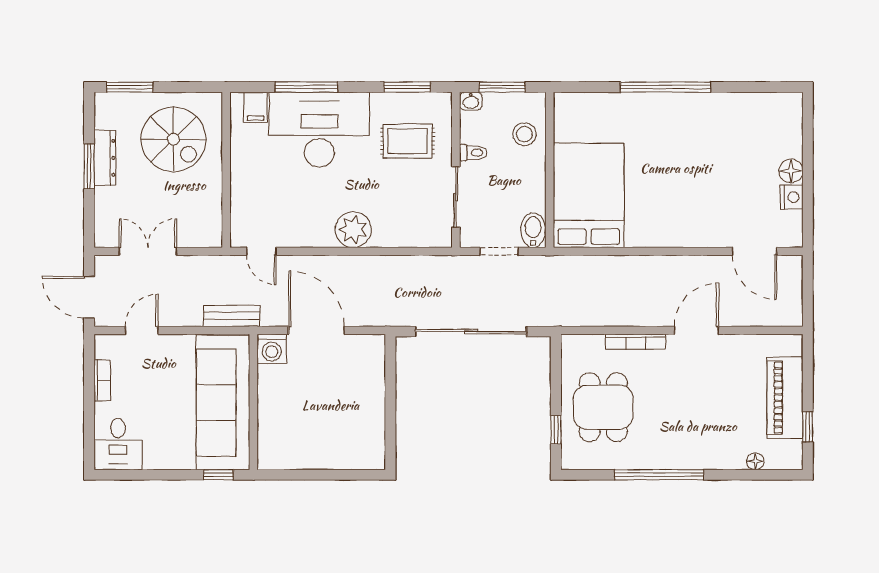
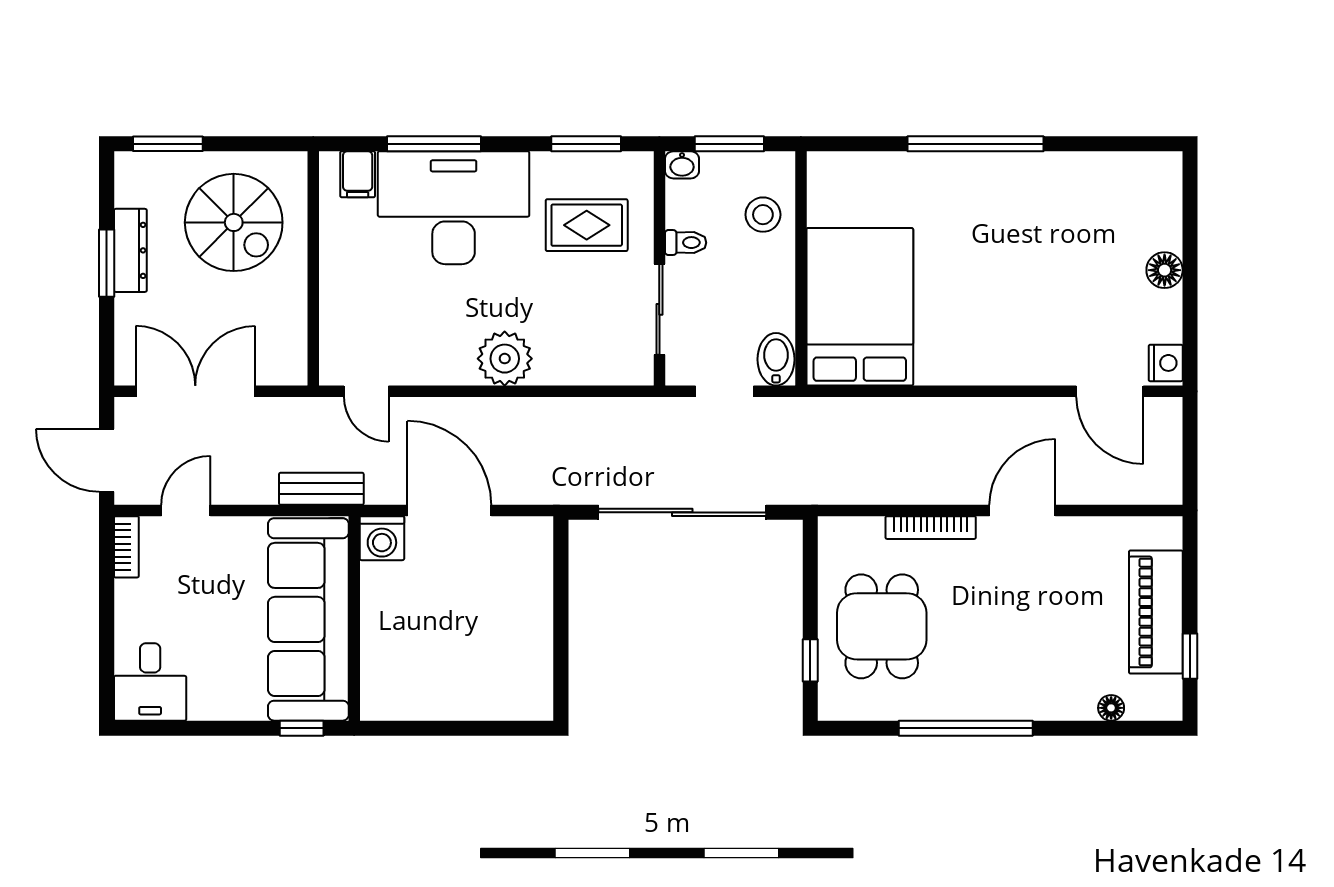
nightstand: (792, 197) -> (1166, 363), moved
double door: (148, 251) -> (195, 391), width x1.37
bookcase: (102, 380) -> (126, 547), moved

